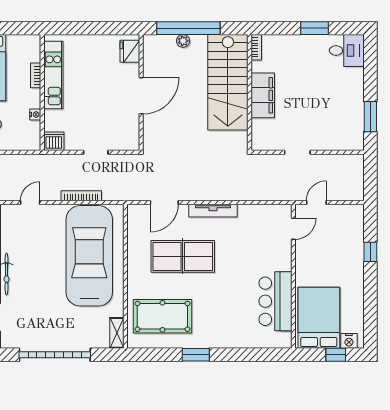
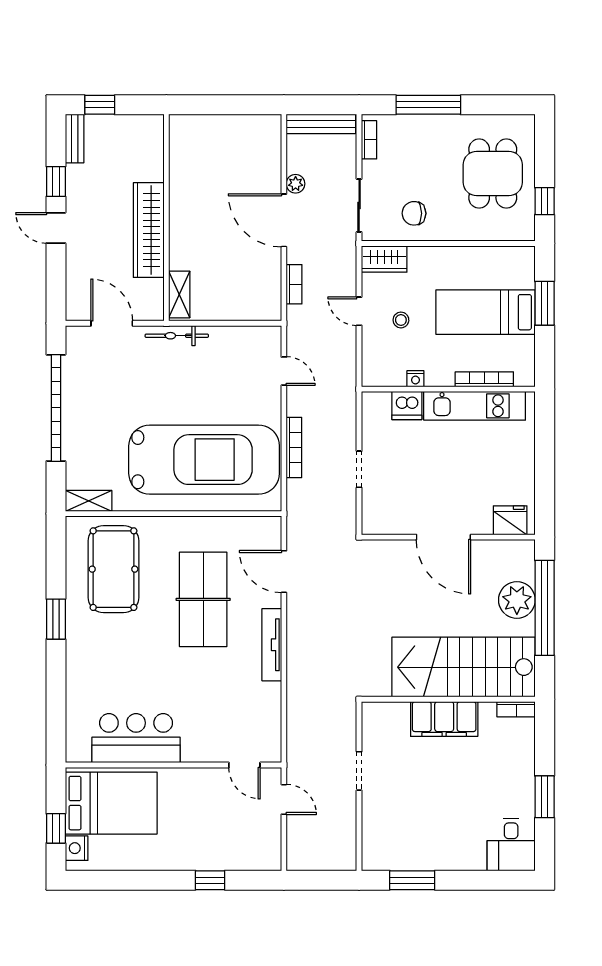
plant: (183, 41) -> (517, 600), width x1.87, depth x1.87
bookcase: (36, 75) -> (484, 379), width x1.56
dishwasher: (54, 141) -> (407, 406), moved, turned 90

